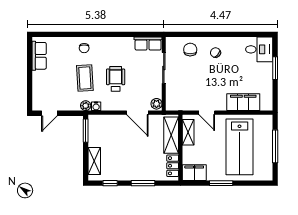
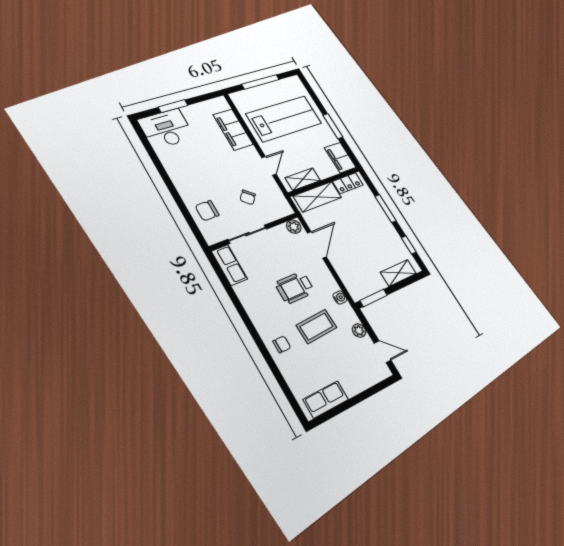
desk: (259, 49) -> (166, 129), width x1.37
chair: (215, 53) -> (248, 197), moved
plant: (86, 106) -> (359, 331), moved

